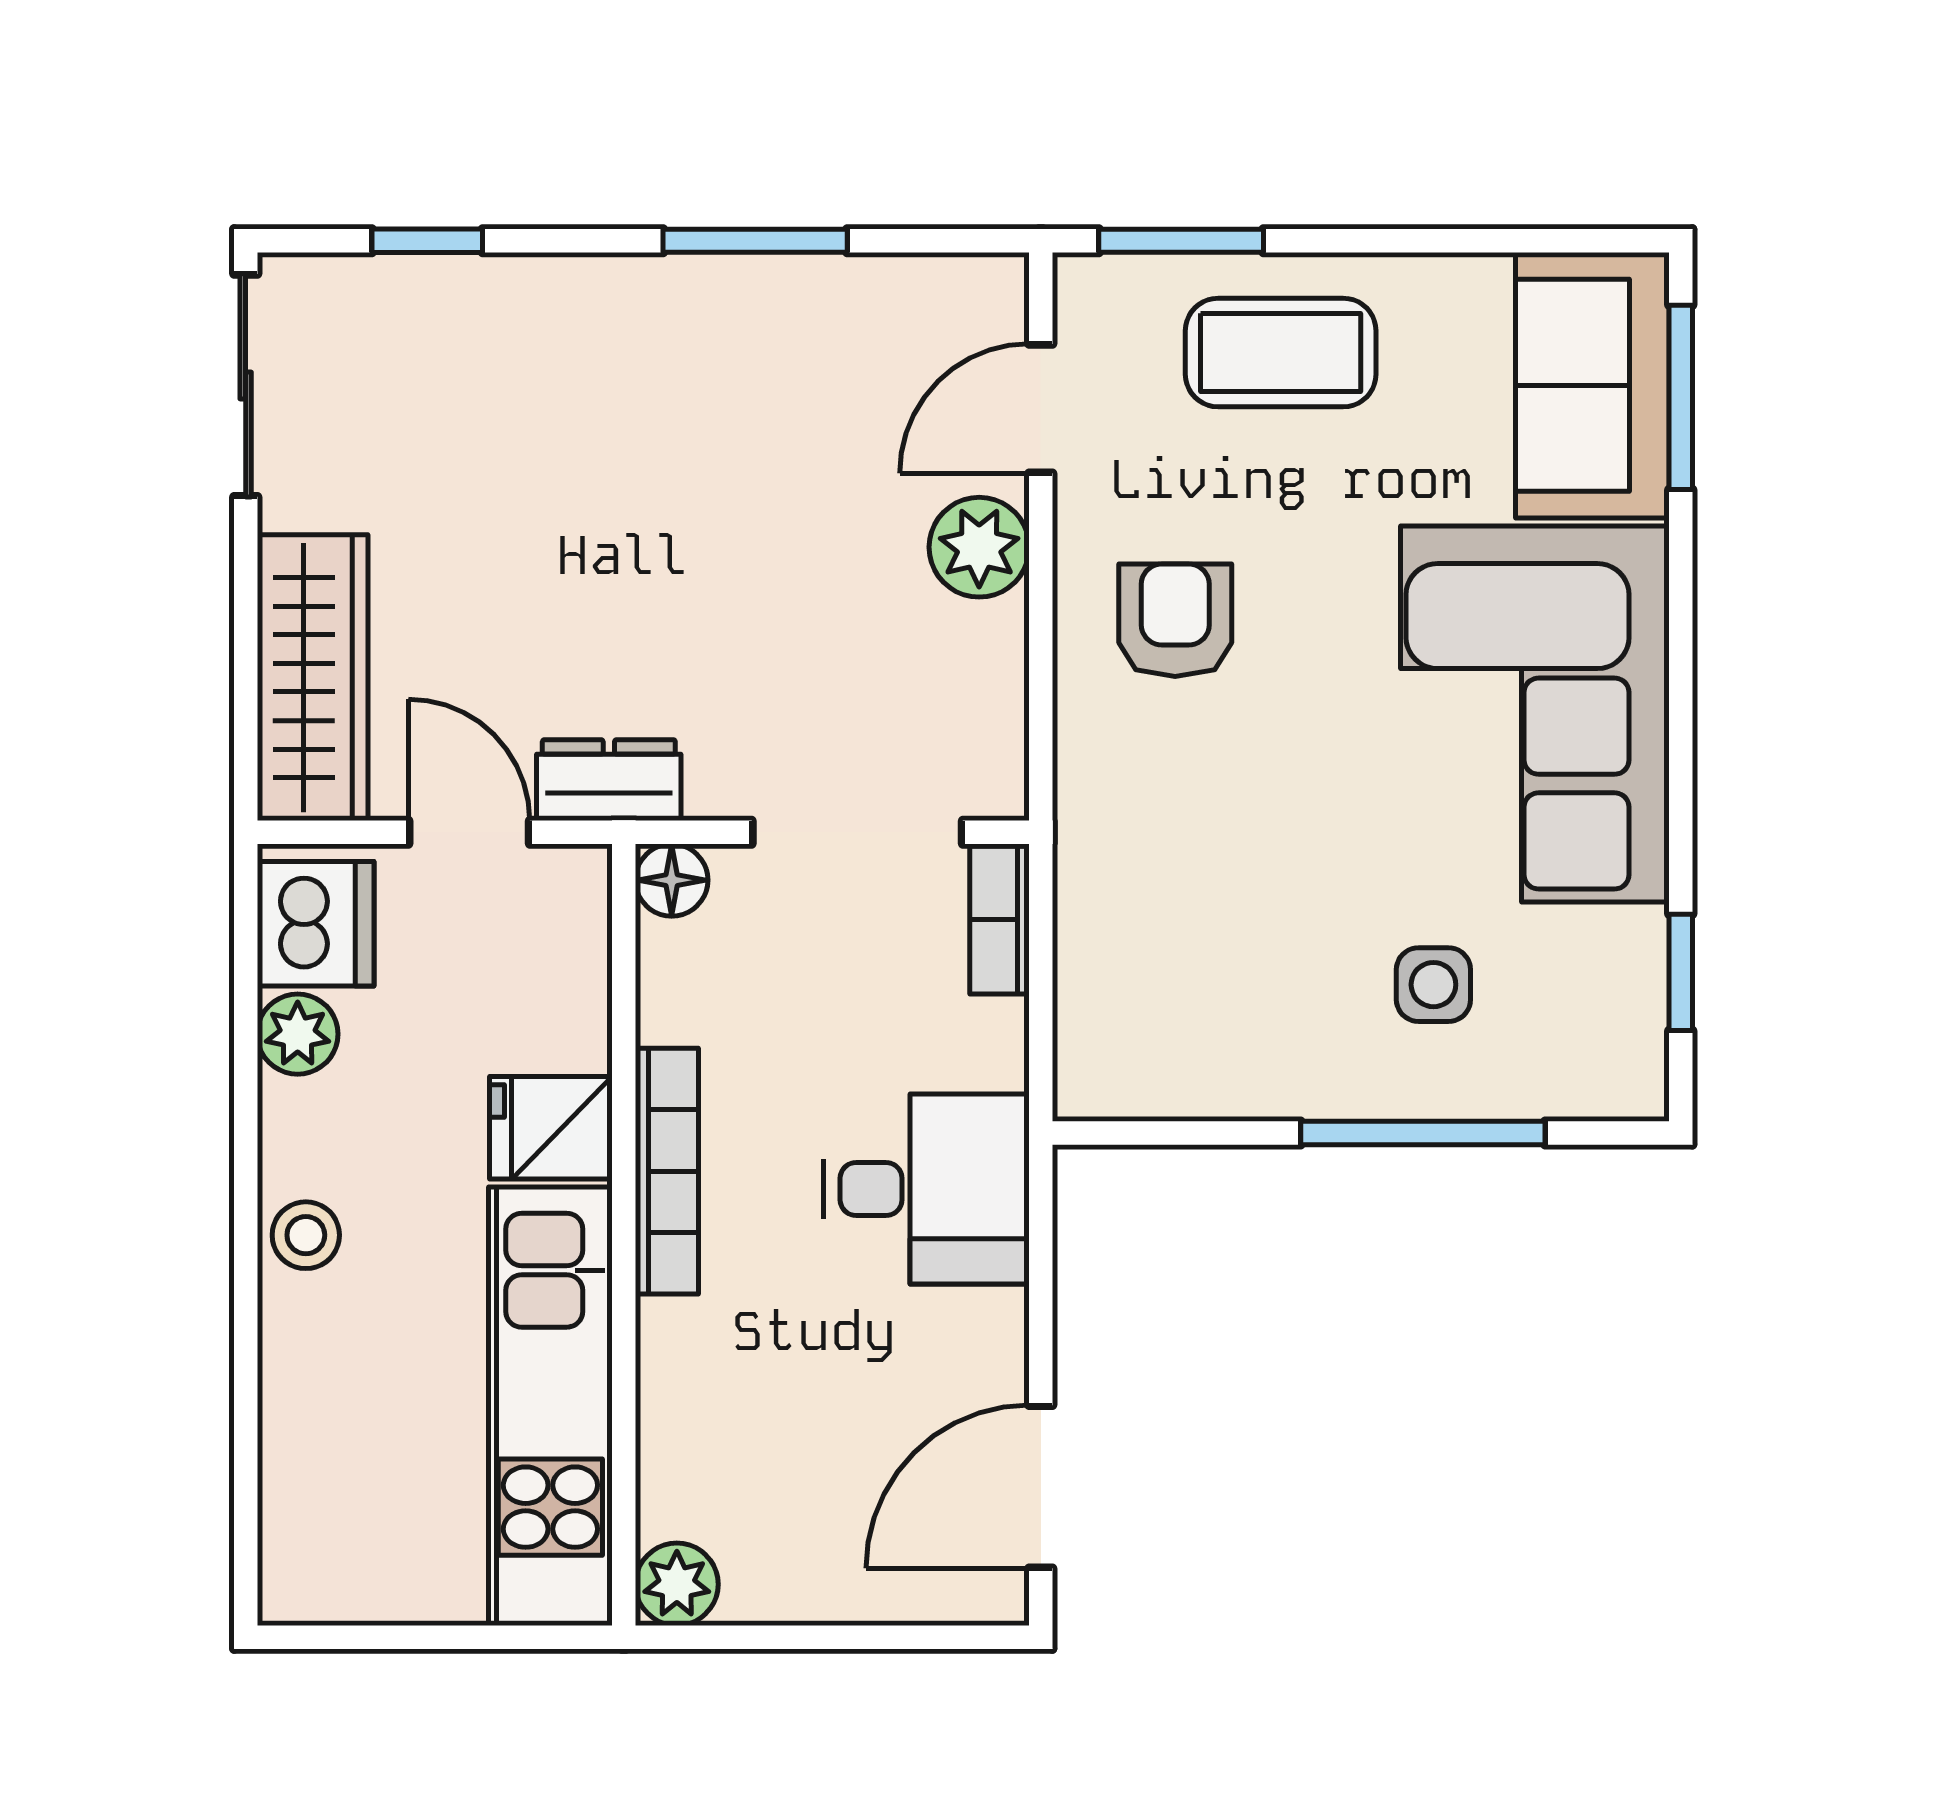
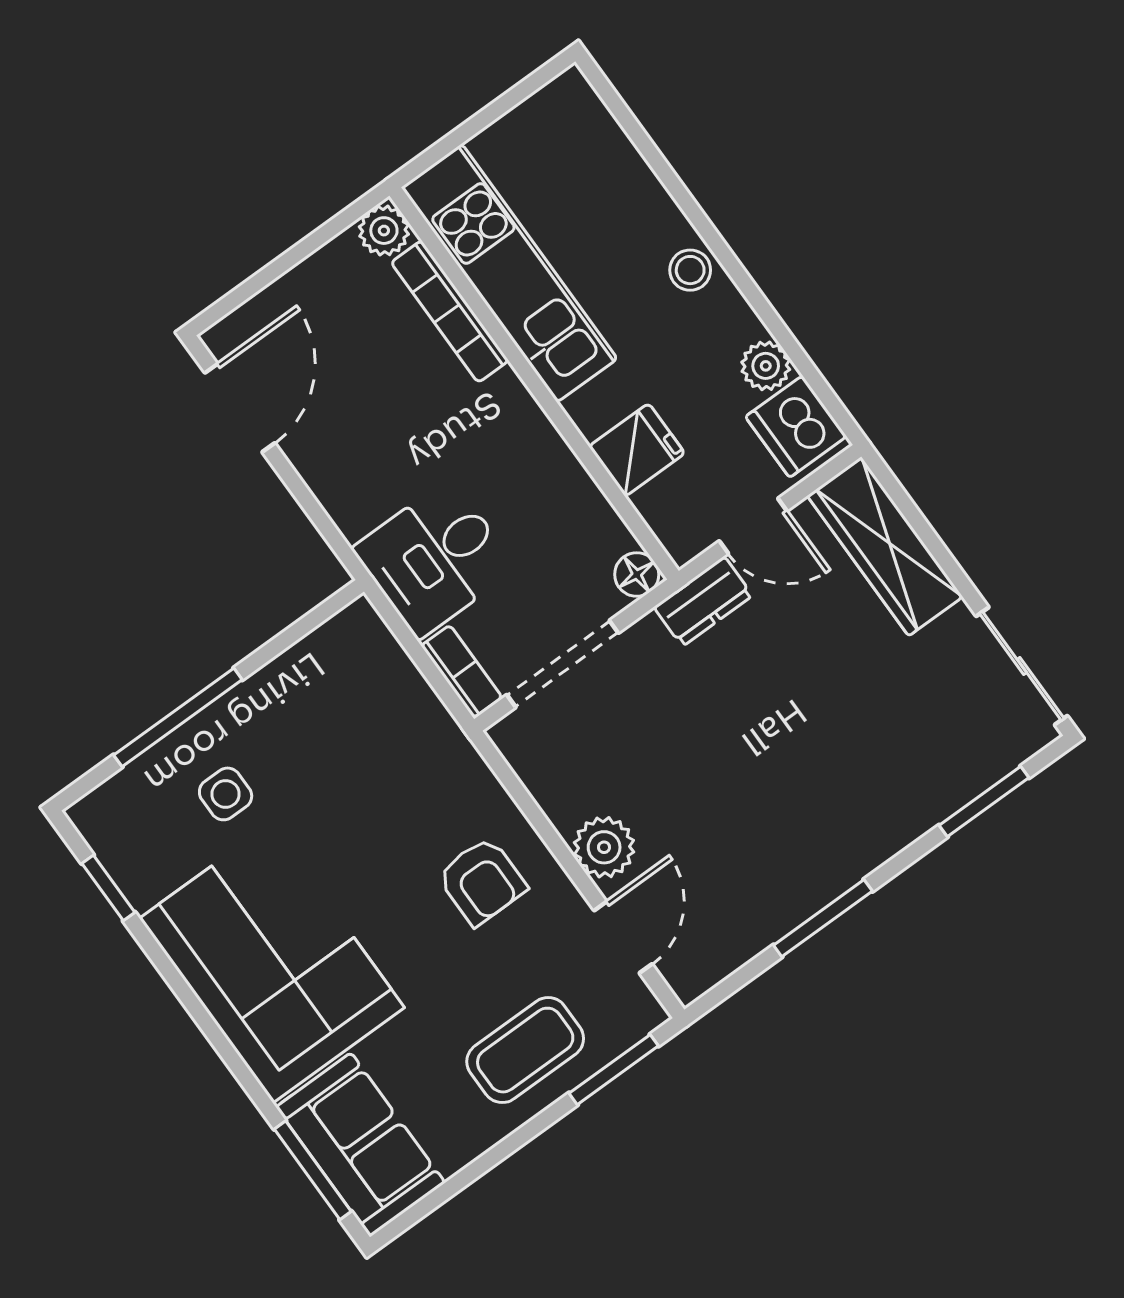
window: (427, 241) -> (984, 802), width x1.50
fridge: (551, 1128) -> (637, 450), moved
bookcase: (667, 1171) -> (450, 311), moved
desk: (926, 1189) -> (434, 559), moved

